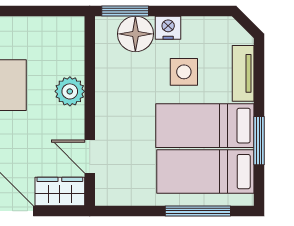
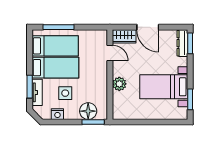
nightstand: (168, 28) -> (57, 114), moved
window: (259, 141) -> (30, 87), moved

